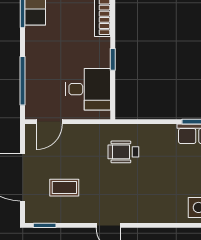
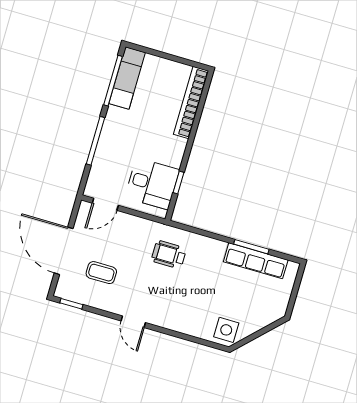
window: (113, 59) -> (179, 183), moved
window: (23, 81) -> (96, 141), moved

